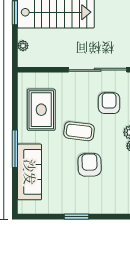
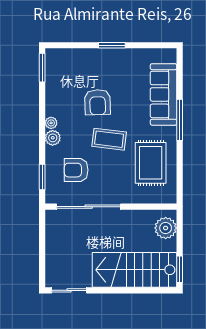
plant: (23, 46) -> (166, 228), width x1.87, depth x1.87
armchair: (109, 103) -> (76, 170), turned 90

